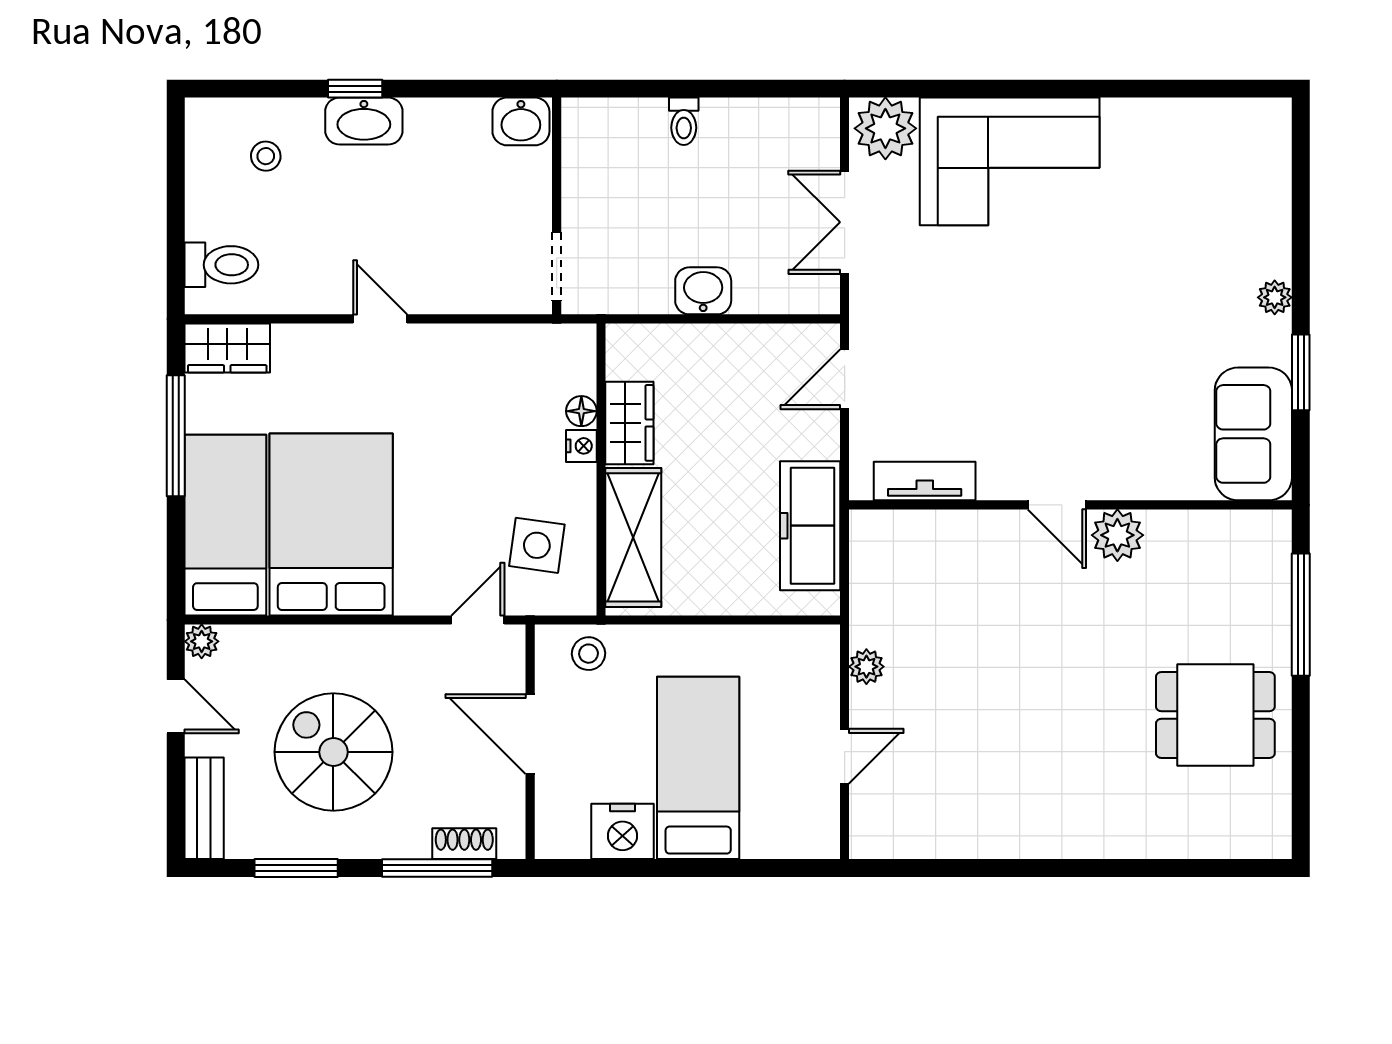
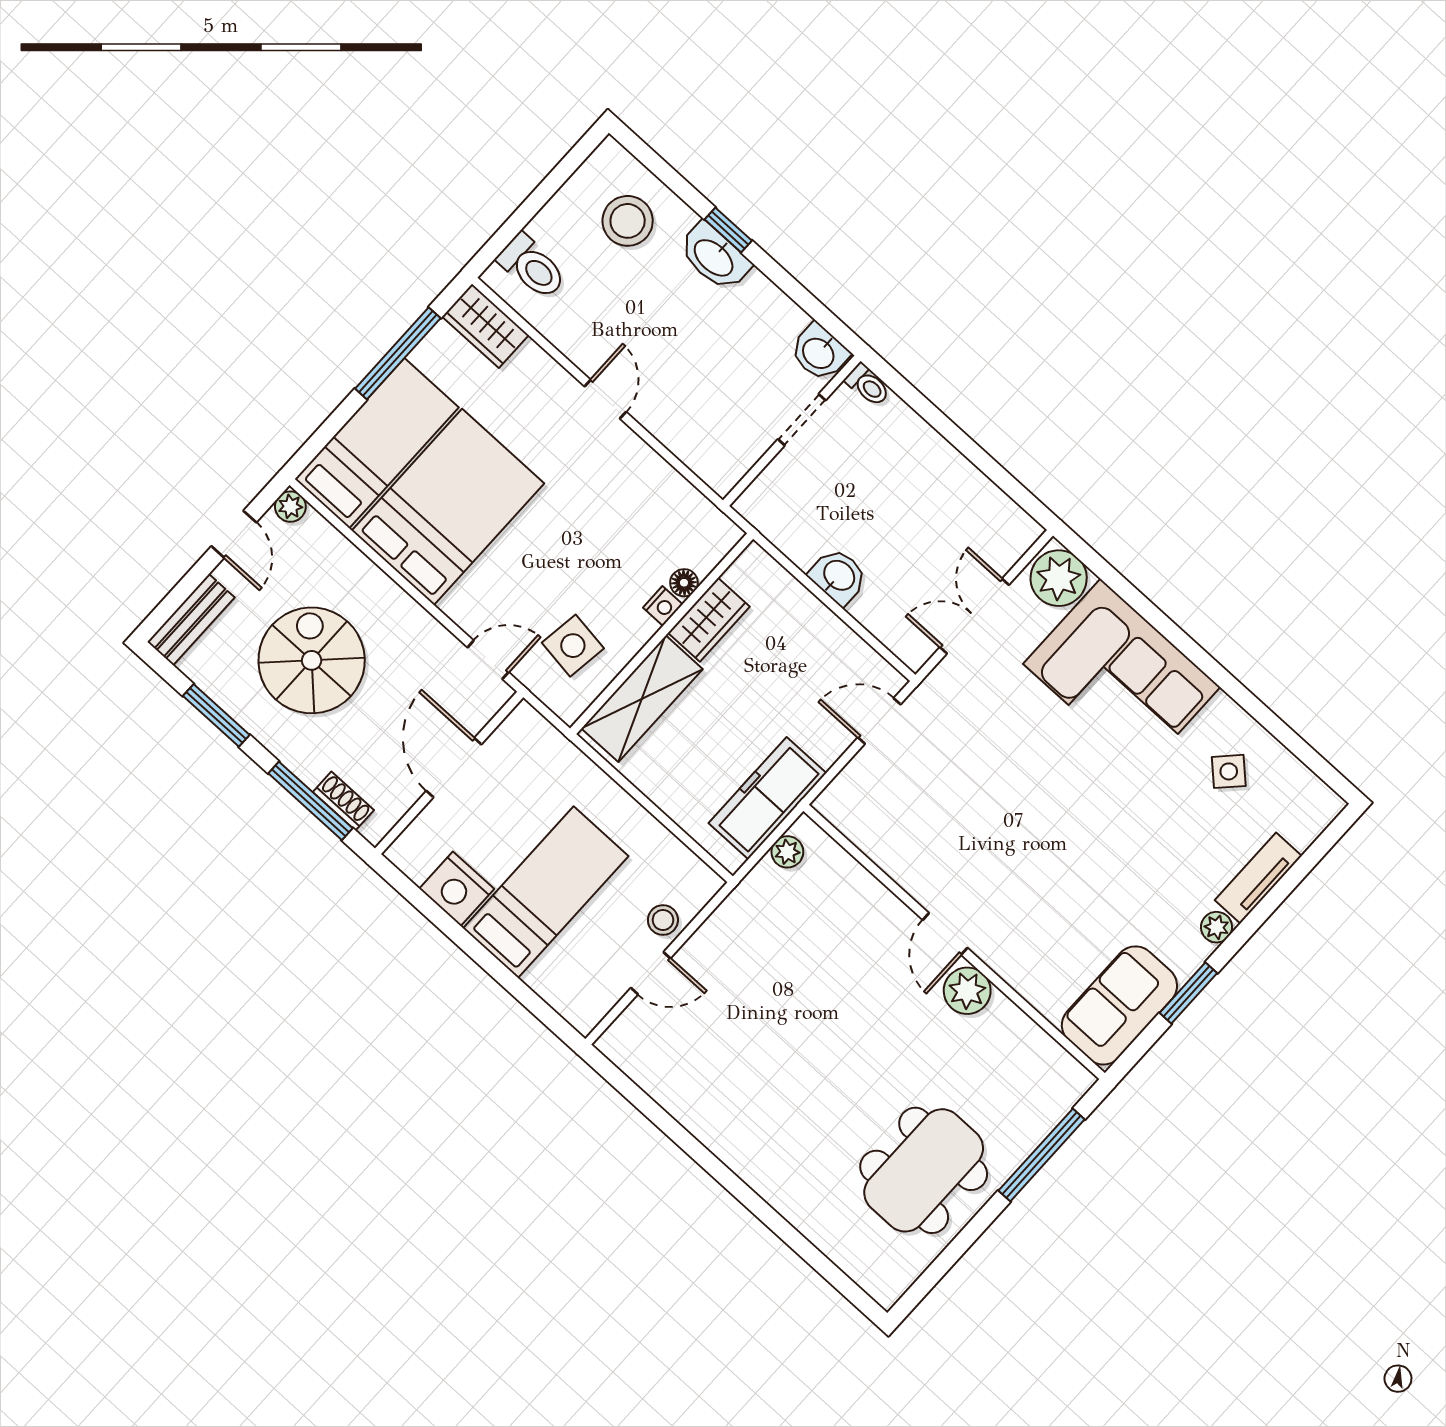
toilet: (684, 121) -> (868, 385), moved, turned -90
stool: (266, 156) -> (628, 221), width x1.89, depth x1.89
side table: (1169, 161) -> (1229, 771), added
doorway: (557, 267) -> (802, 420), moved
tv unit: (925, 481) -> (1258, 878), moved, turned -90
stool: (589, 654) -> (663, 920), moved
plant: (866, 667) -> (787, 852), moved
dining table: (1215, 715) -> (924, 1170), width x1.37

